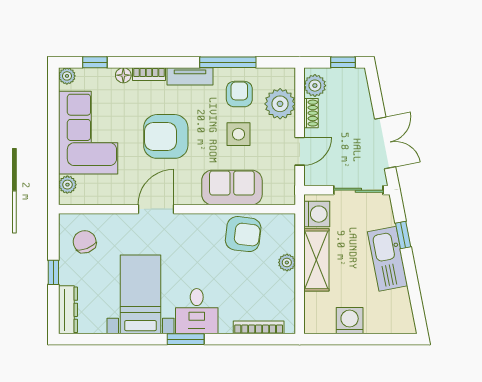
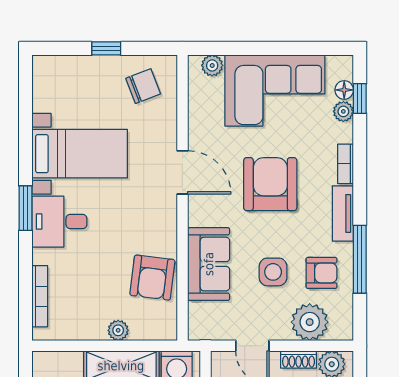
floor lamp: (123, 75) -> (344, 90), moved
plant: (67, 76) -> (343, 111), moved
dresser: (68, 310) -> (61, 66), removed

